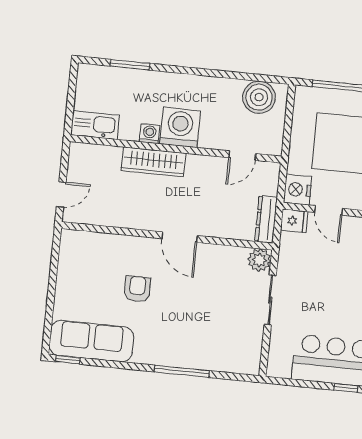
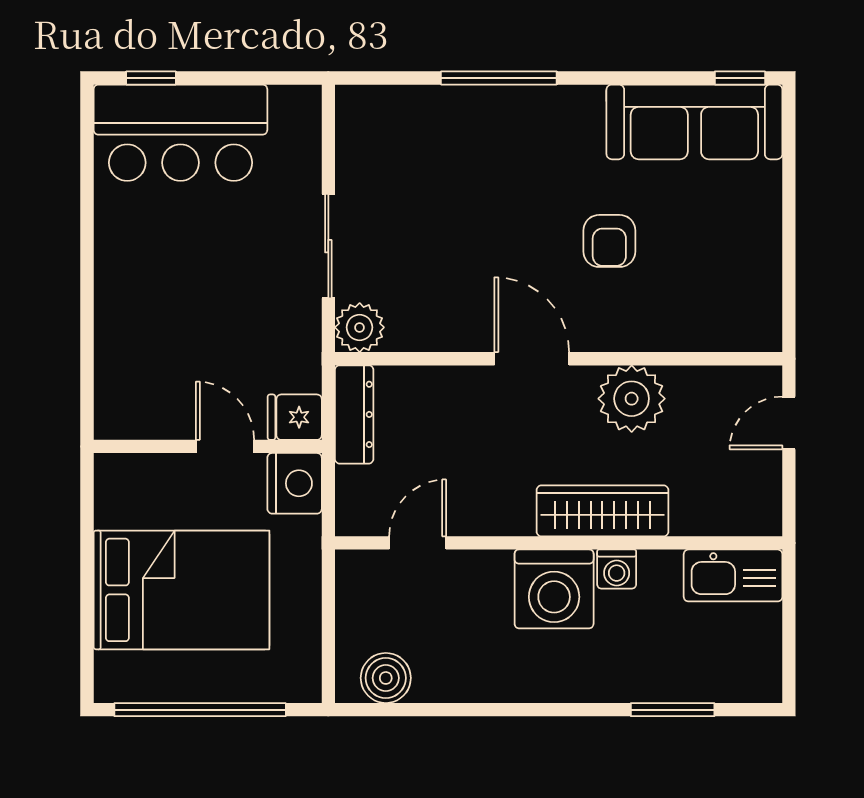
boiler: (259, 97) -> (386, 678), width x0.73, depth x0.73
plant: (134, 213) -> (632, 399), added

